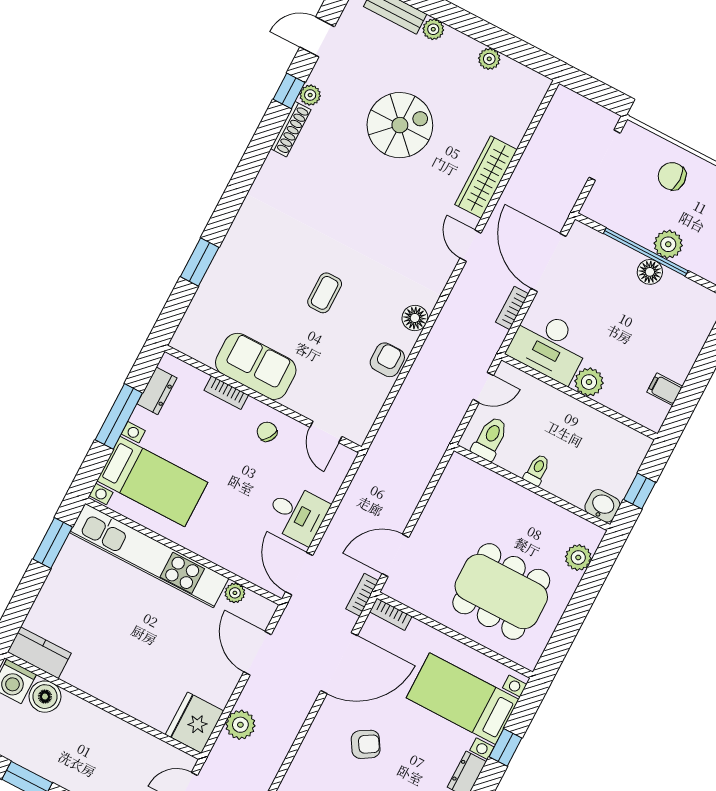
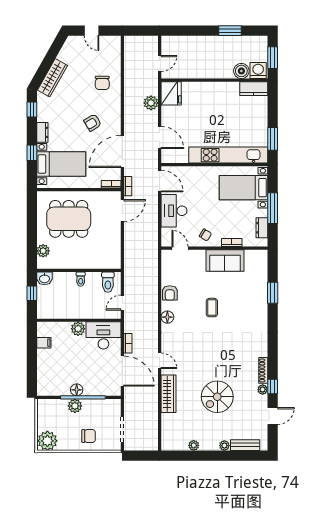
desk: (297, 514) -> (174, 211), width x1.37
plant: (235, 593) -> (183, 158), removed

